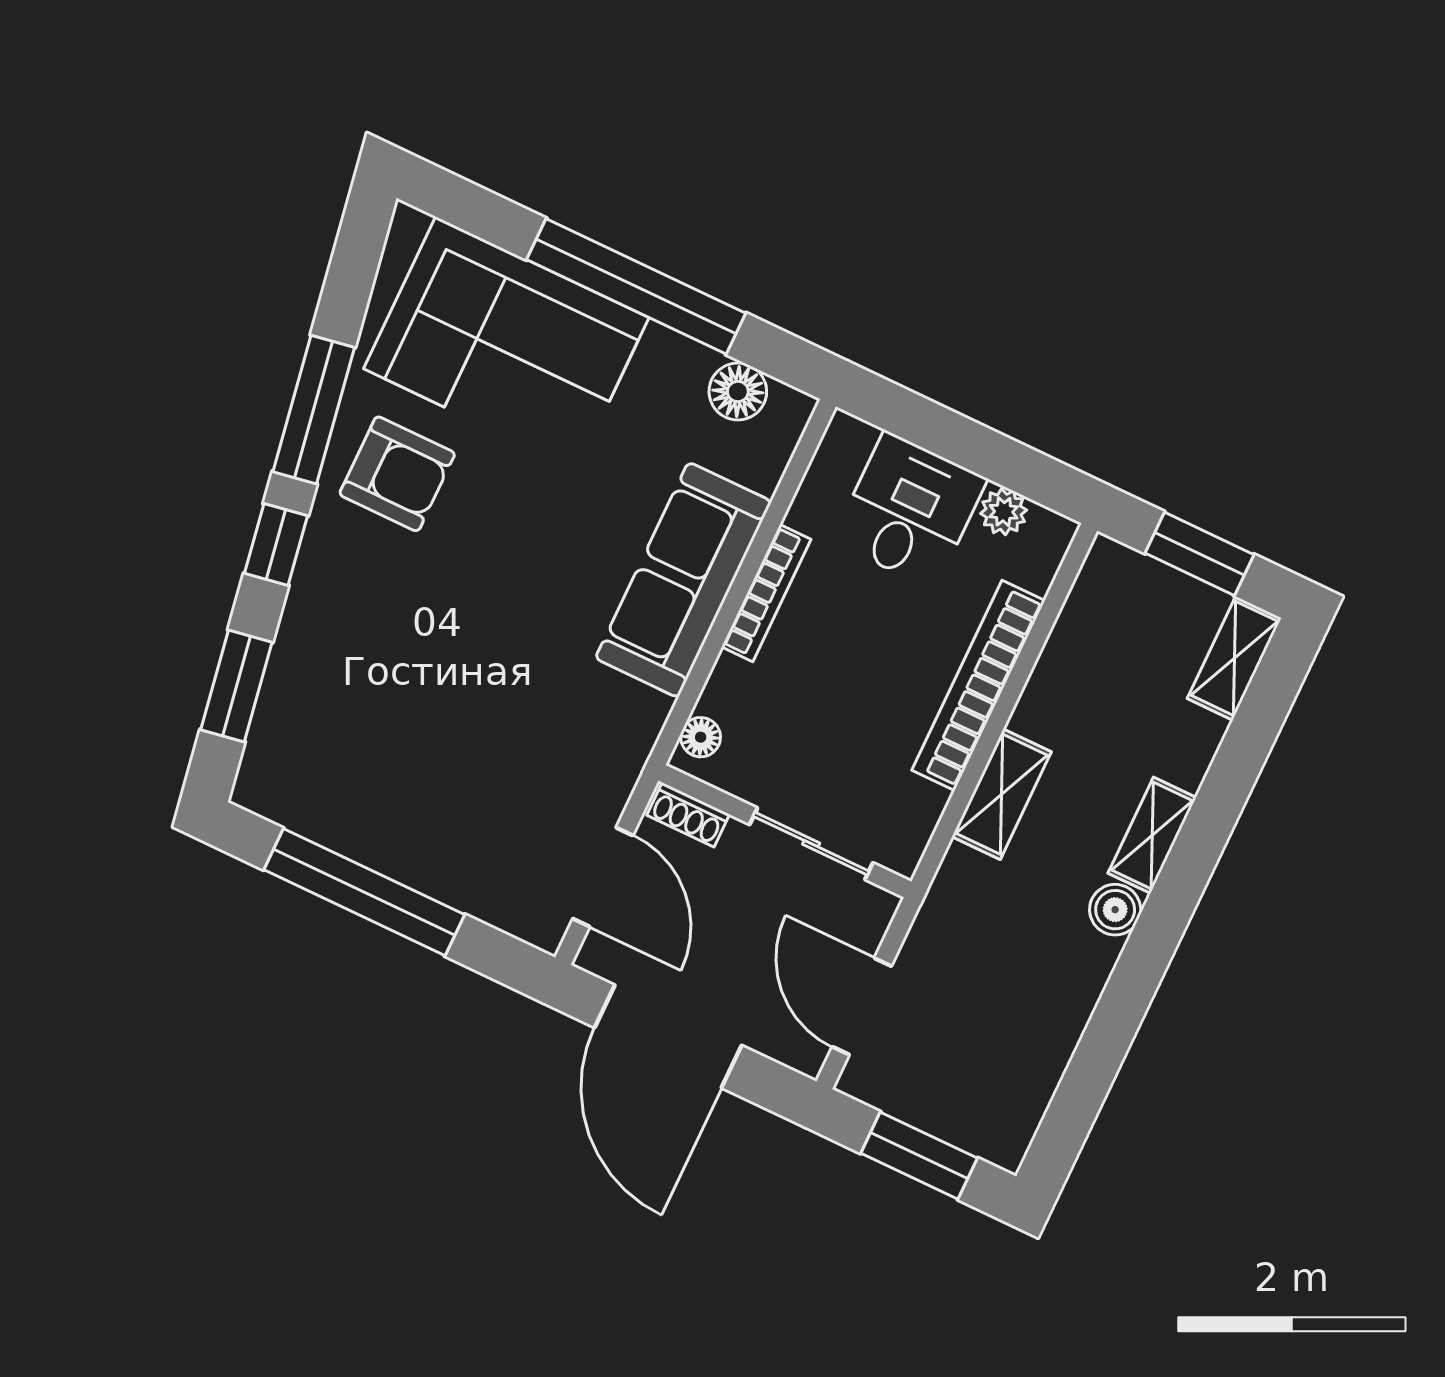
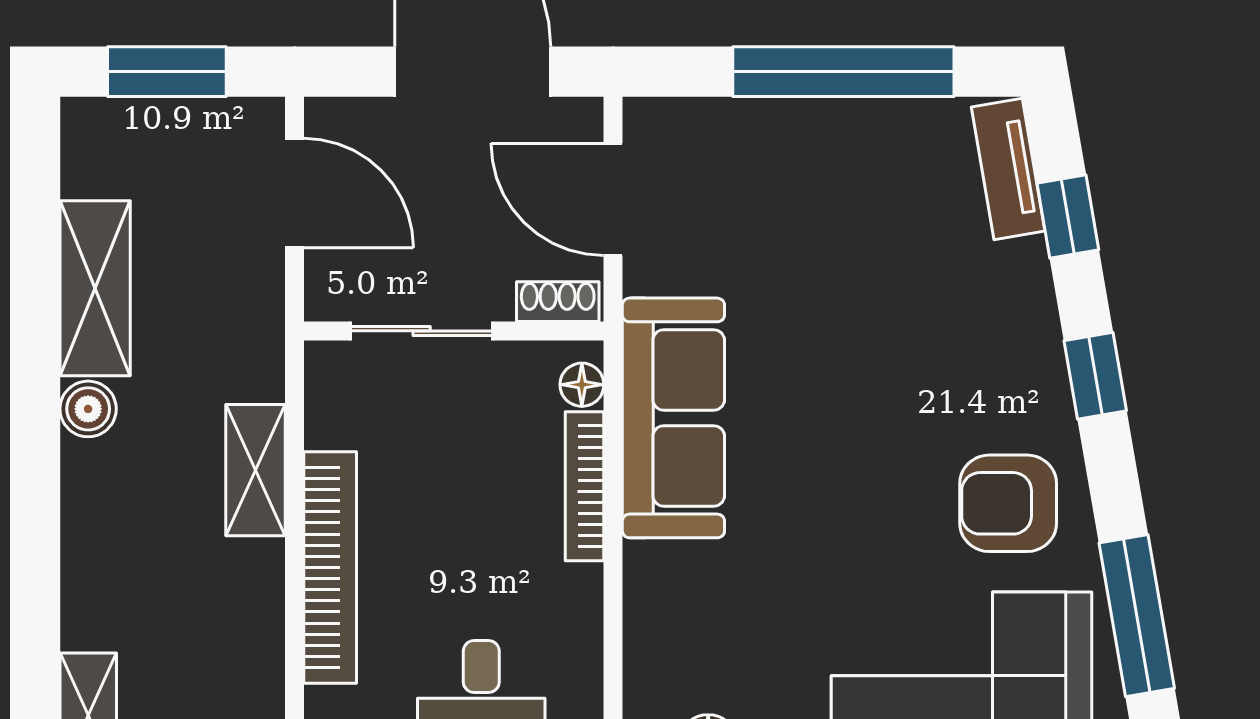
window: (314, 410) -> (1137, 616), moved
sofa: (683, 580) -> (673, 418), moved
bookcase: (766, 593) -> (585, 486), moved
window: (236, 686) -> (1068, 216), width x0.67
tv unit: (267, 748) -> (1008, 169), added
shelving: (1152, 835) -> (95, 288), moved, width x1.50, depth x1.33

